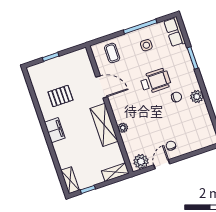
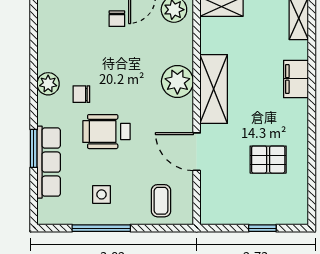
row of seats: (175, 32) -> (49, 162), moved, width x1.48
plant: (123, 128) -> (177, 81), width x1.88, depth x1.88
filing cabinet: (55, 130) -> (296, 79), moved

